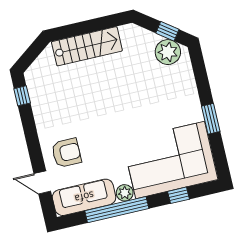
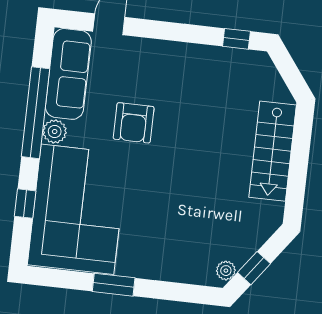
plant: (168, 52) -> (226, 271), width x0.53, depth x0.53
armchair: (66, 153) -> (134, 123), moved

